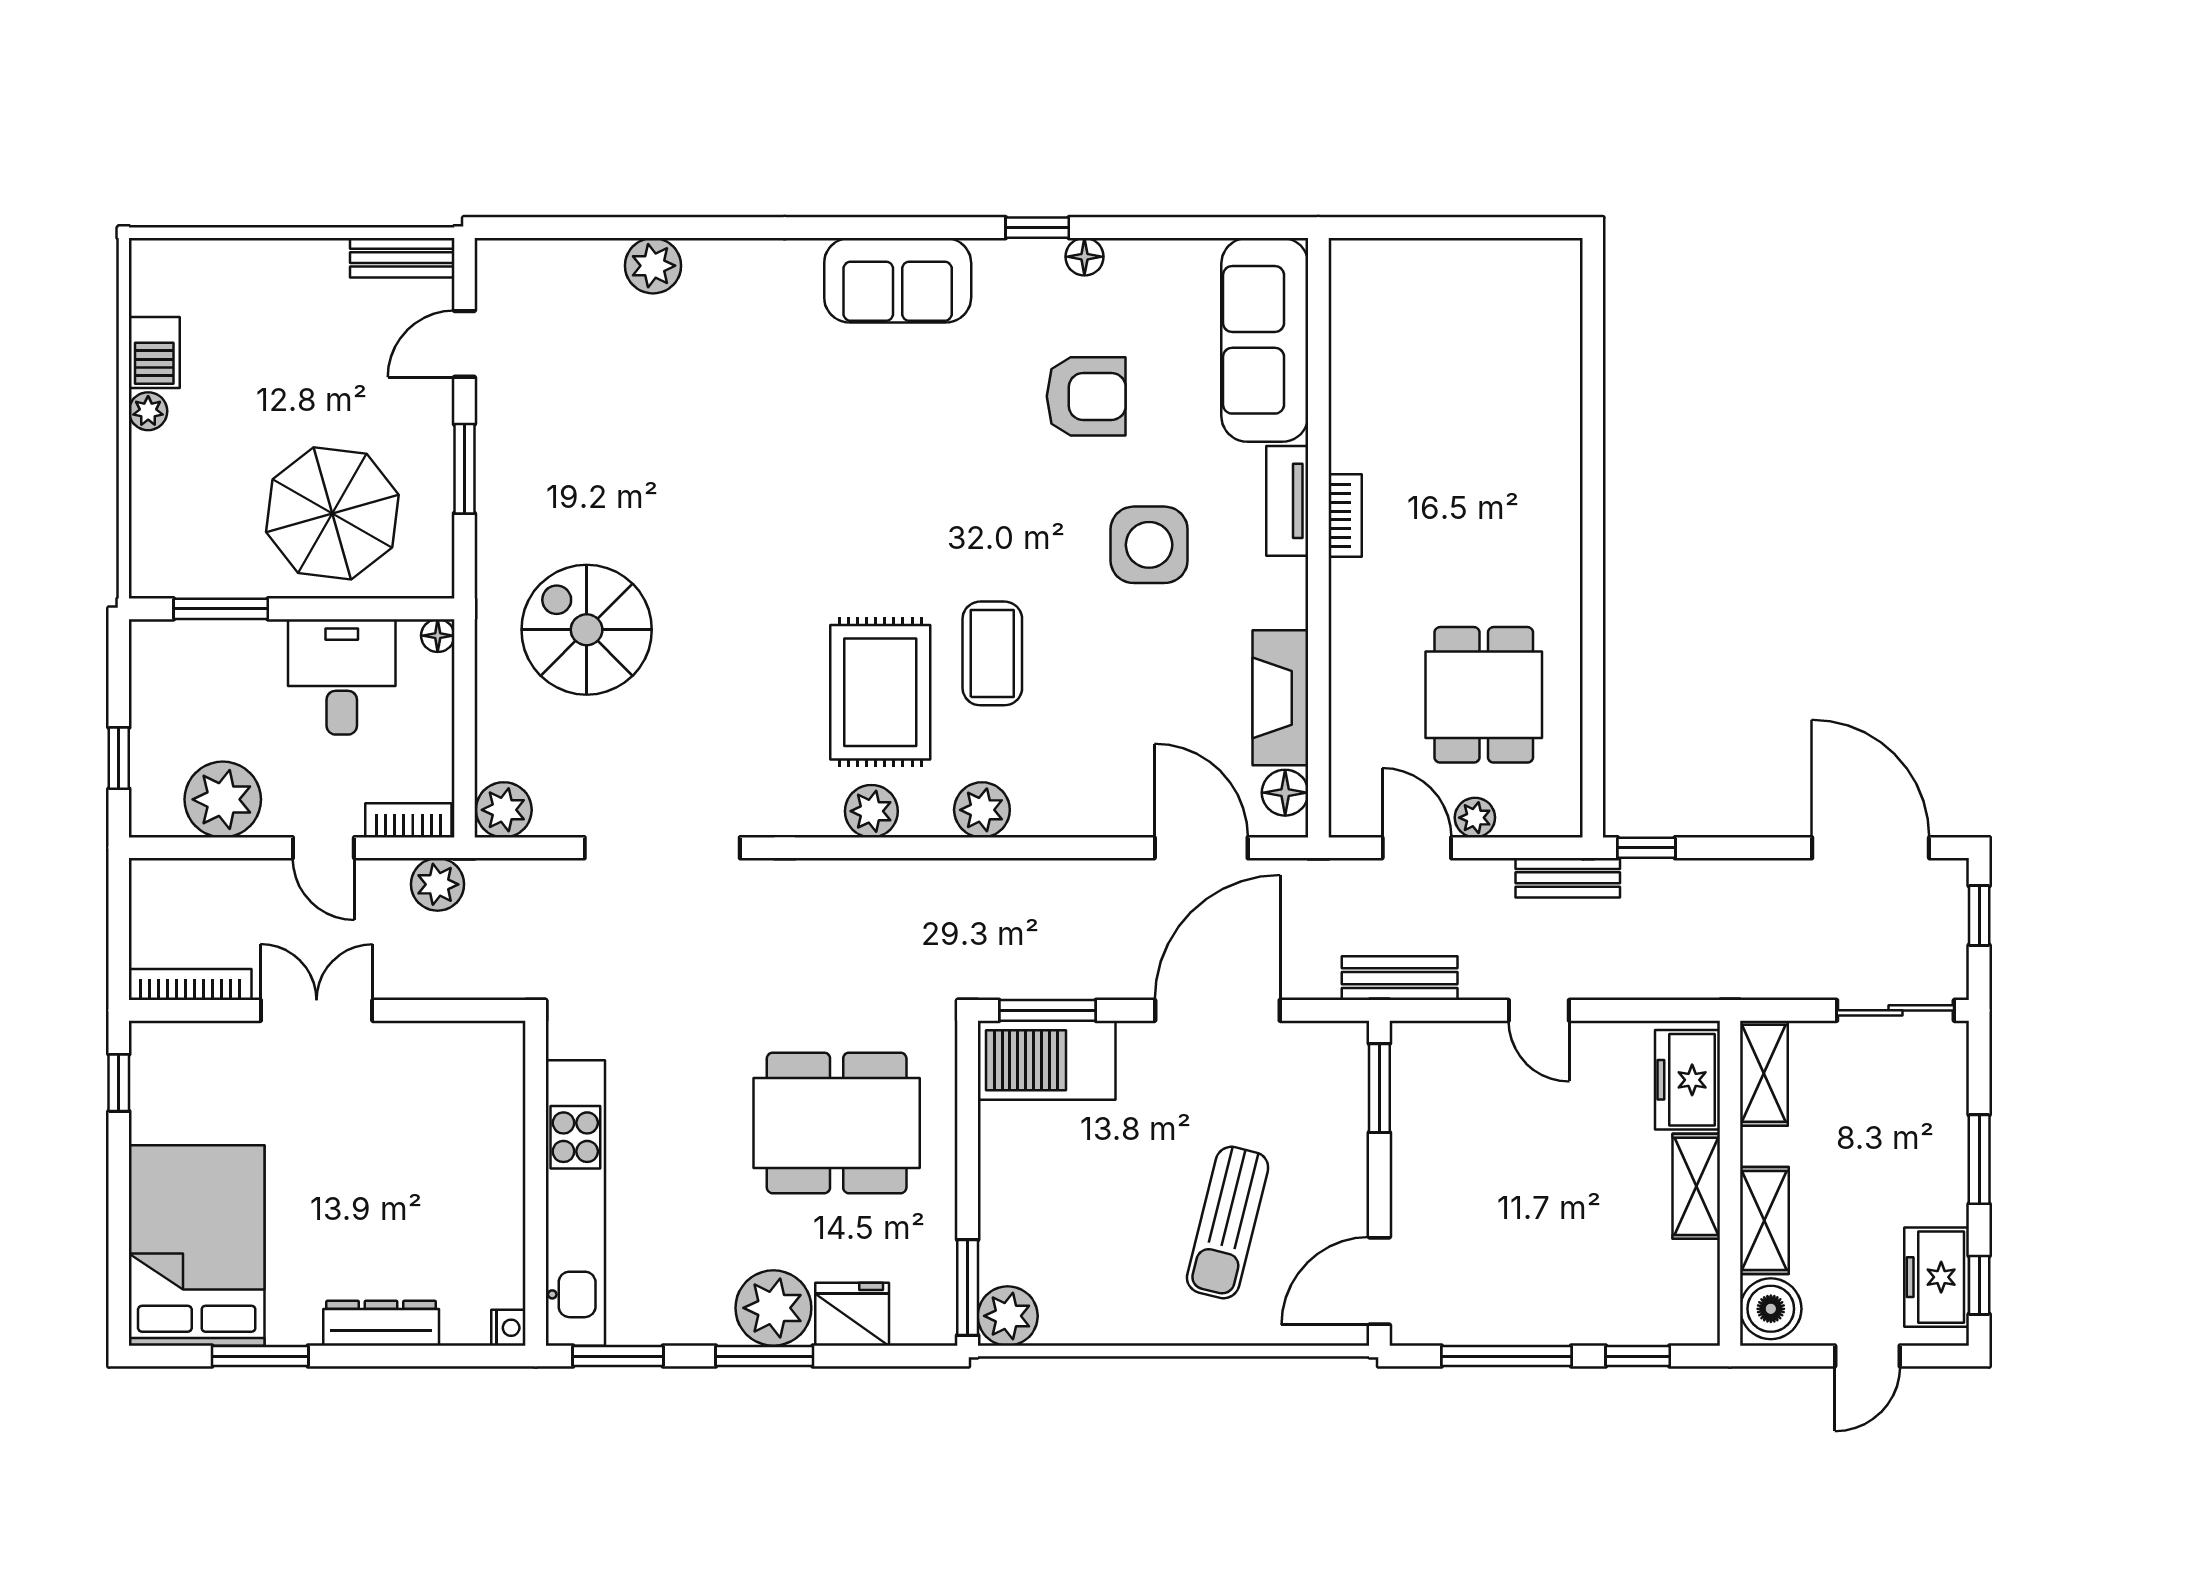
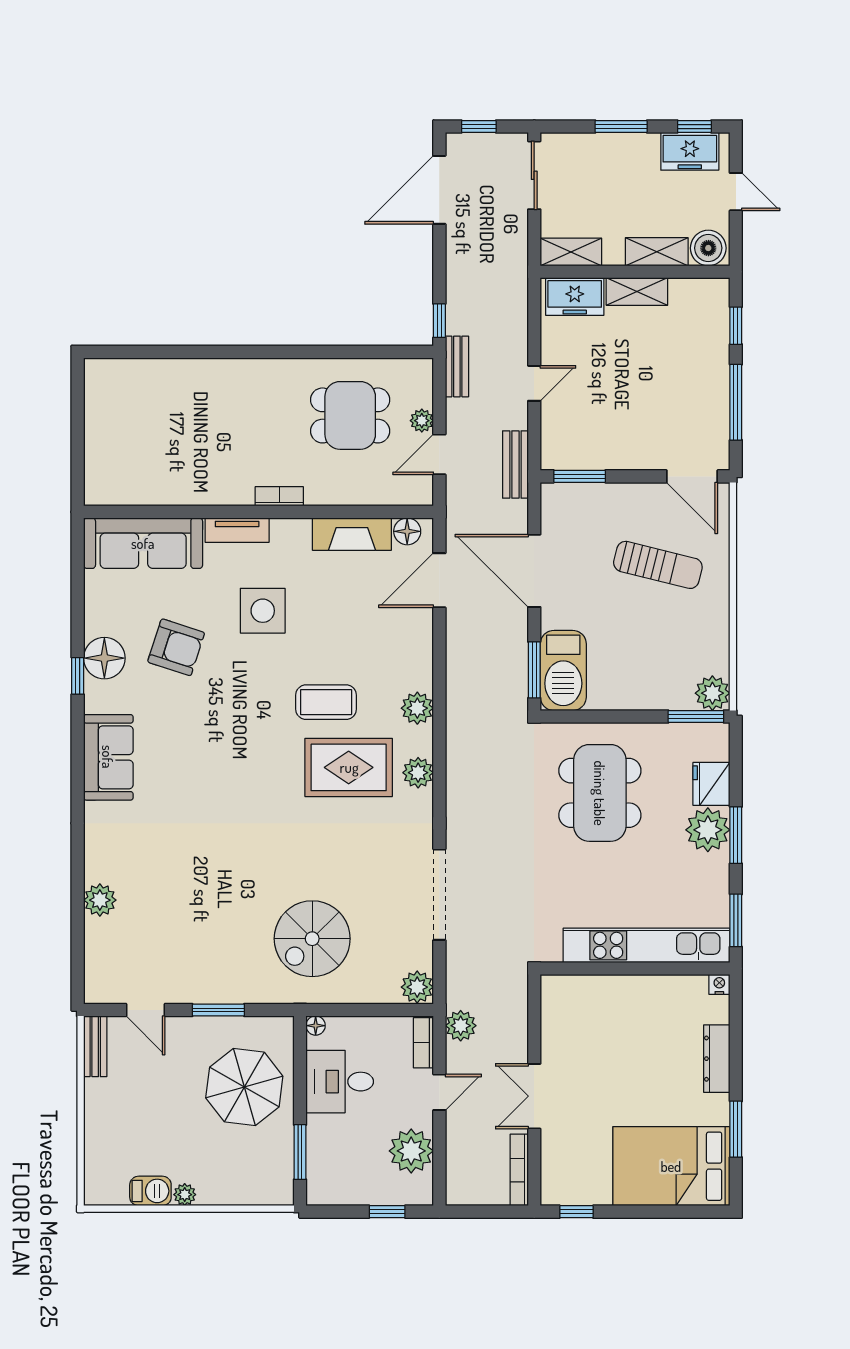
floor lamp: (1084, 257) -> (104, 658), width x1.89, depth x1.89
armchair: (1086, 396) -> (176, 647), turned 108
bookcase: (1345, 516) -> (279, 496), moved

